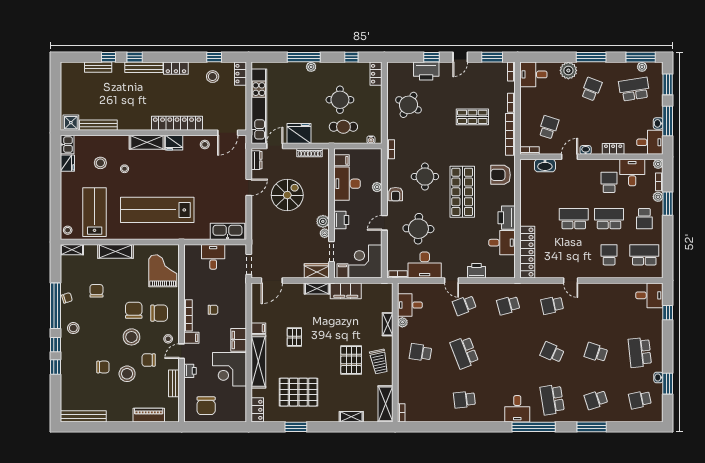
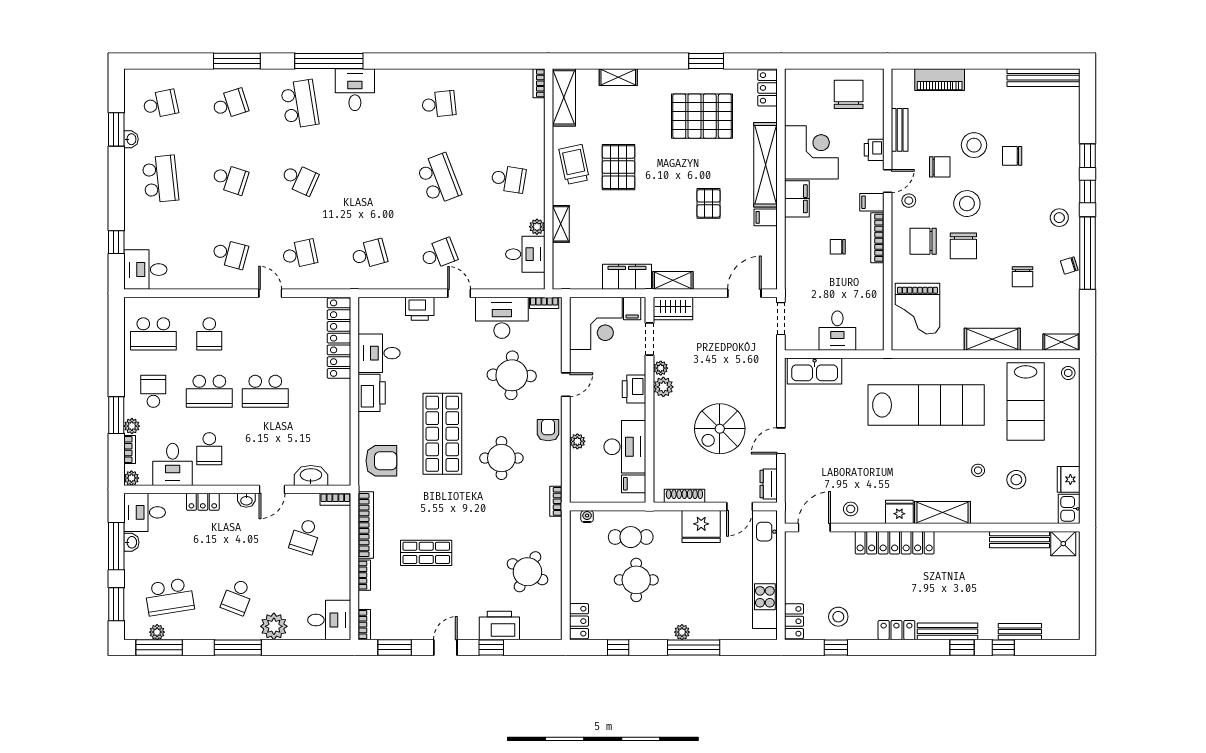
school desk: (596, 305) -> (230, 254), added

